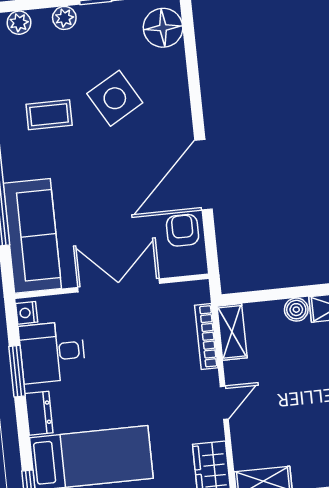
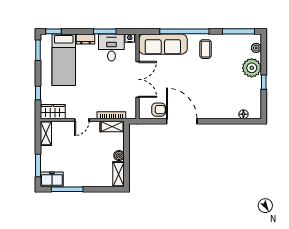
plant: (64, 18) -> (252, 68), width x1.87, depth x1.87
floor lamp: (163, 28) -> (243, 114), width x0.53, depth x0.53
side table: (115, 98) -> (219, 86), removed
coffee table: (49, 115) -> (206, 49), moved
door: (224, 403) -> (82, 120), hinge flipped

